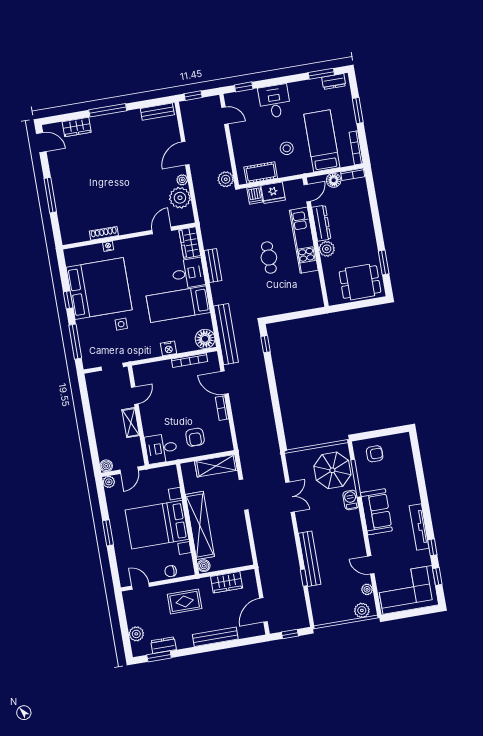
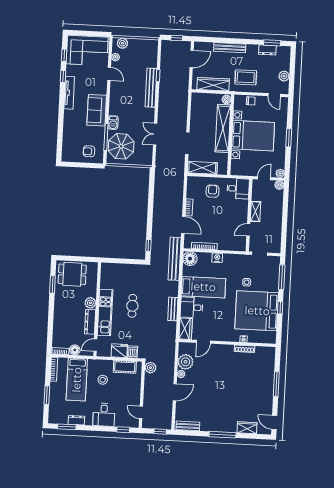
dresser: (334, 82) -> (76, 420), moved
wardrobe: (227, 582) -> (213, 84), width x1.50
plant: (136, 634) -> (284, 76), moved

